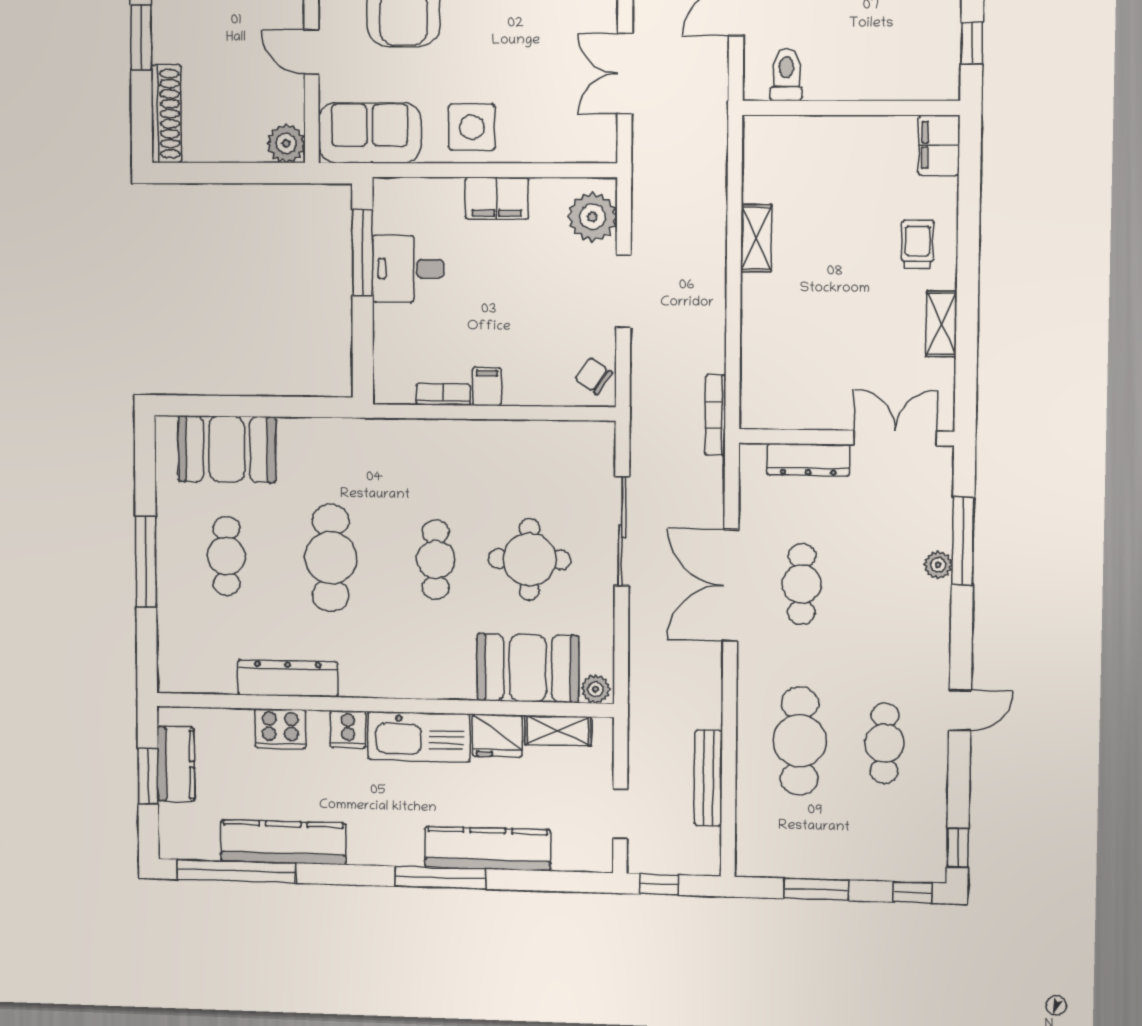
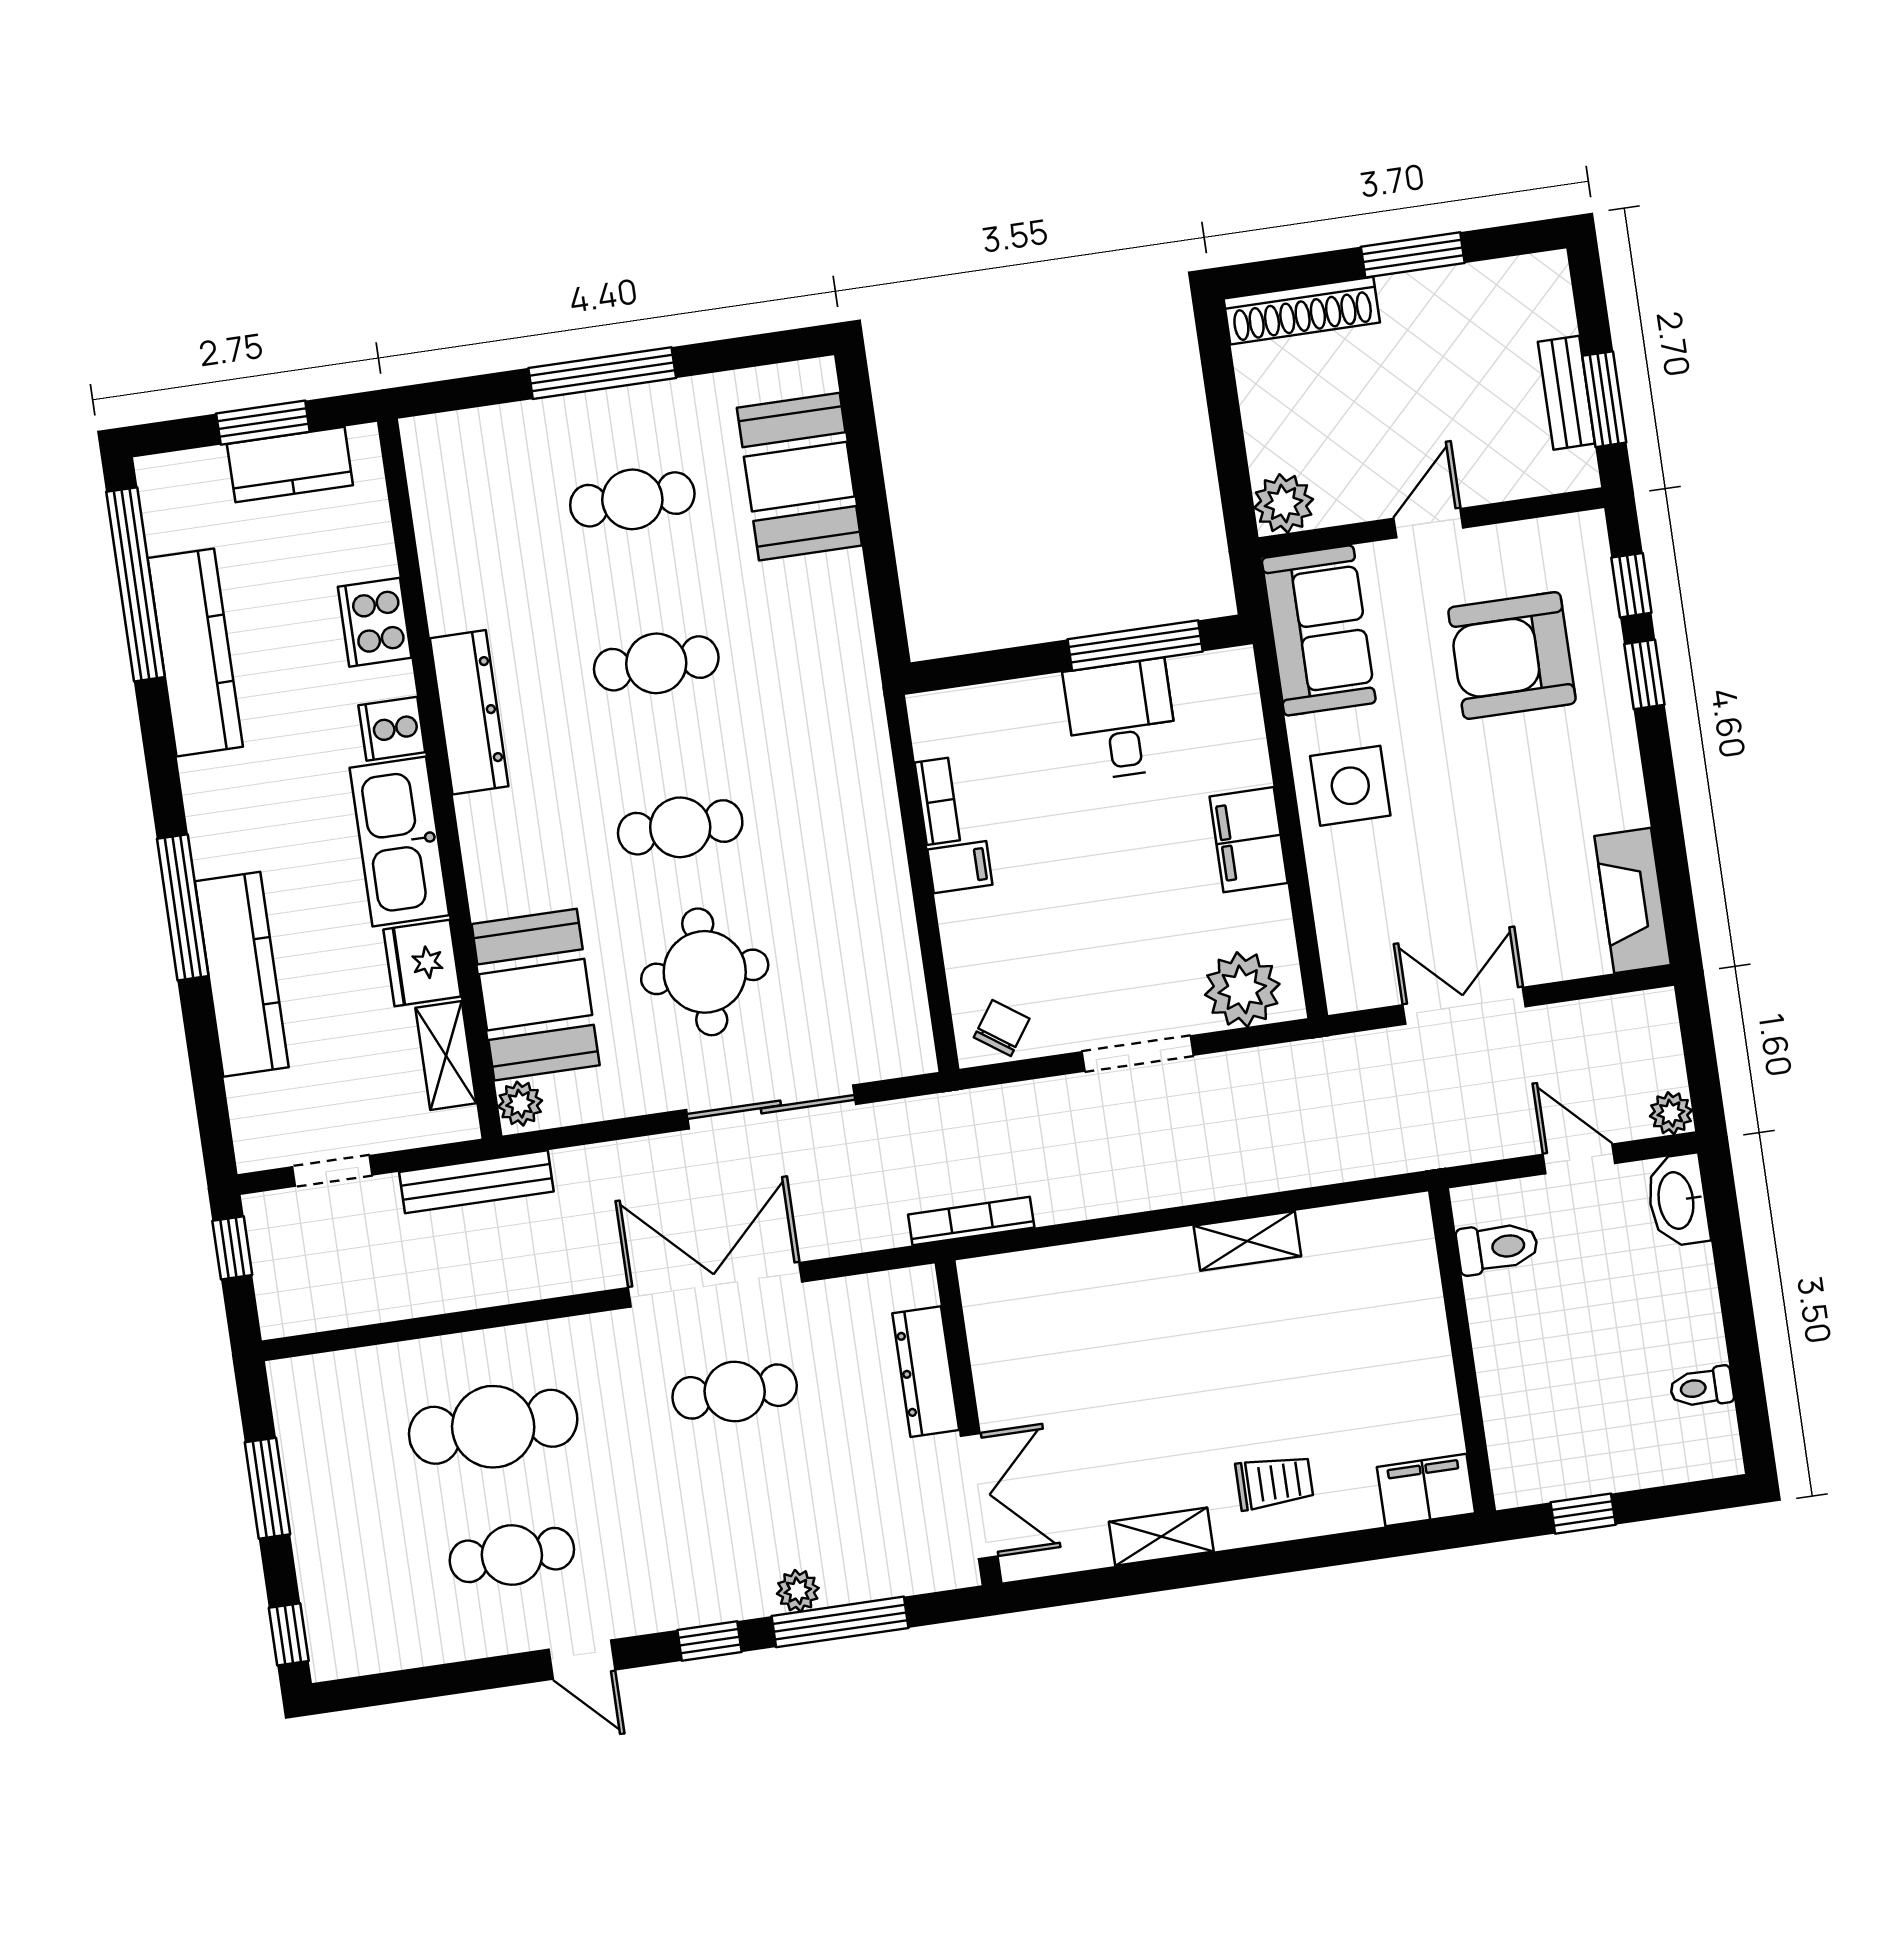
cafe table: (331, 558) -> (656, 663), width x0.73, depth x0.74
dresser: (288, 678) -> (469, 712), moved
bench: (708, 778) -> (476, 1182), moved
window: (958, 848) -> (709, 1641), moved

